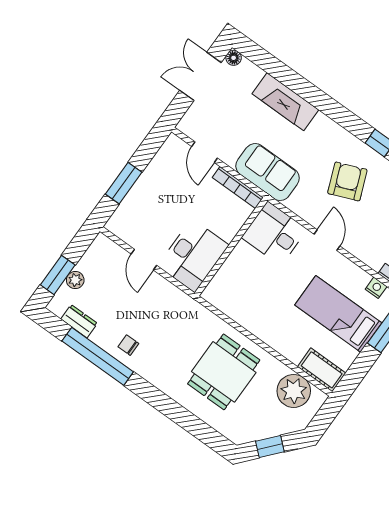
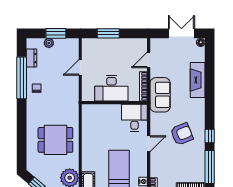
desk: (193, 255) -> (111, 88), moved
window: (58, 275) -> (56, 33), moved

